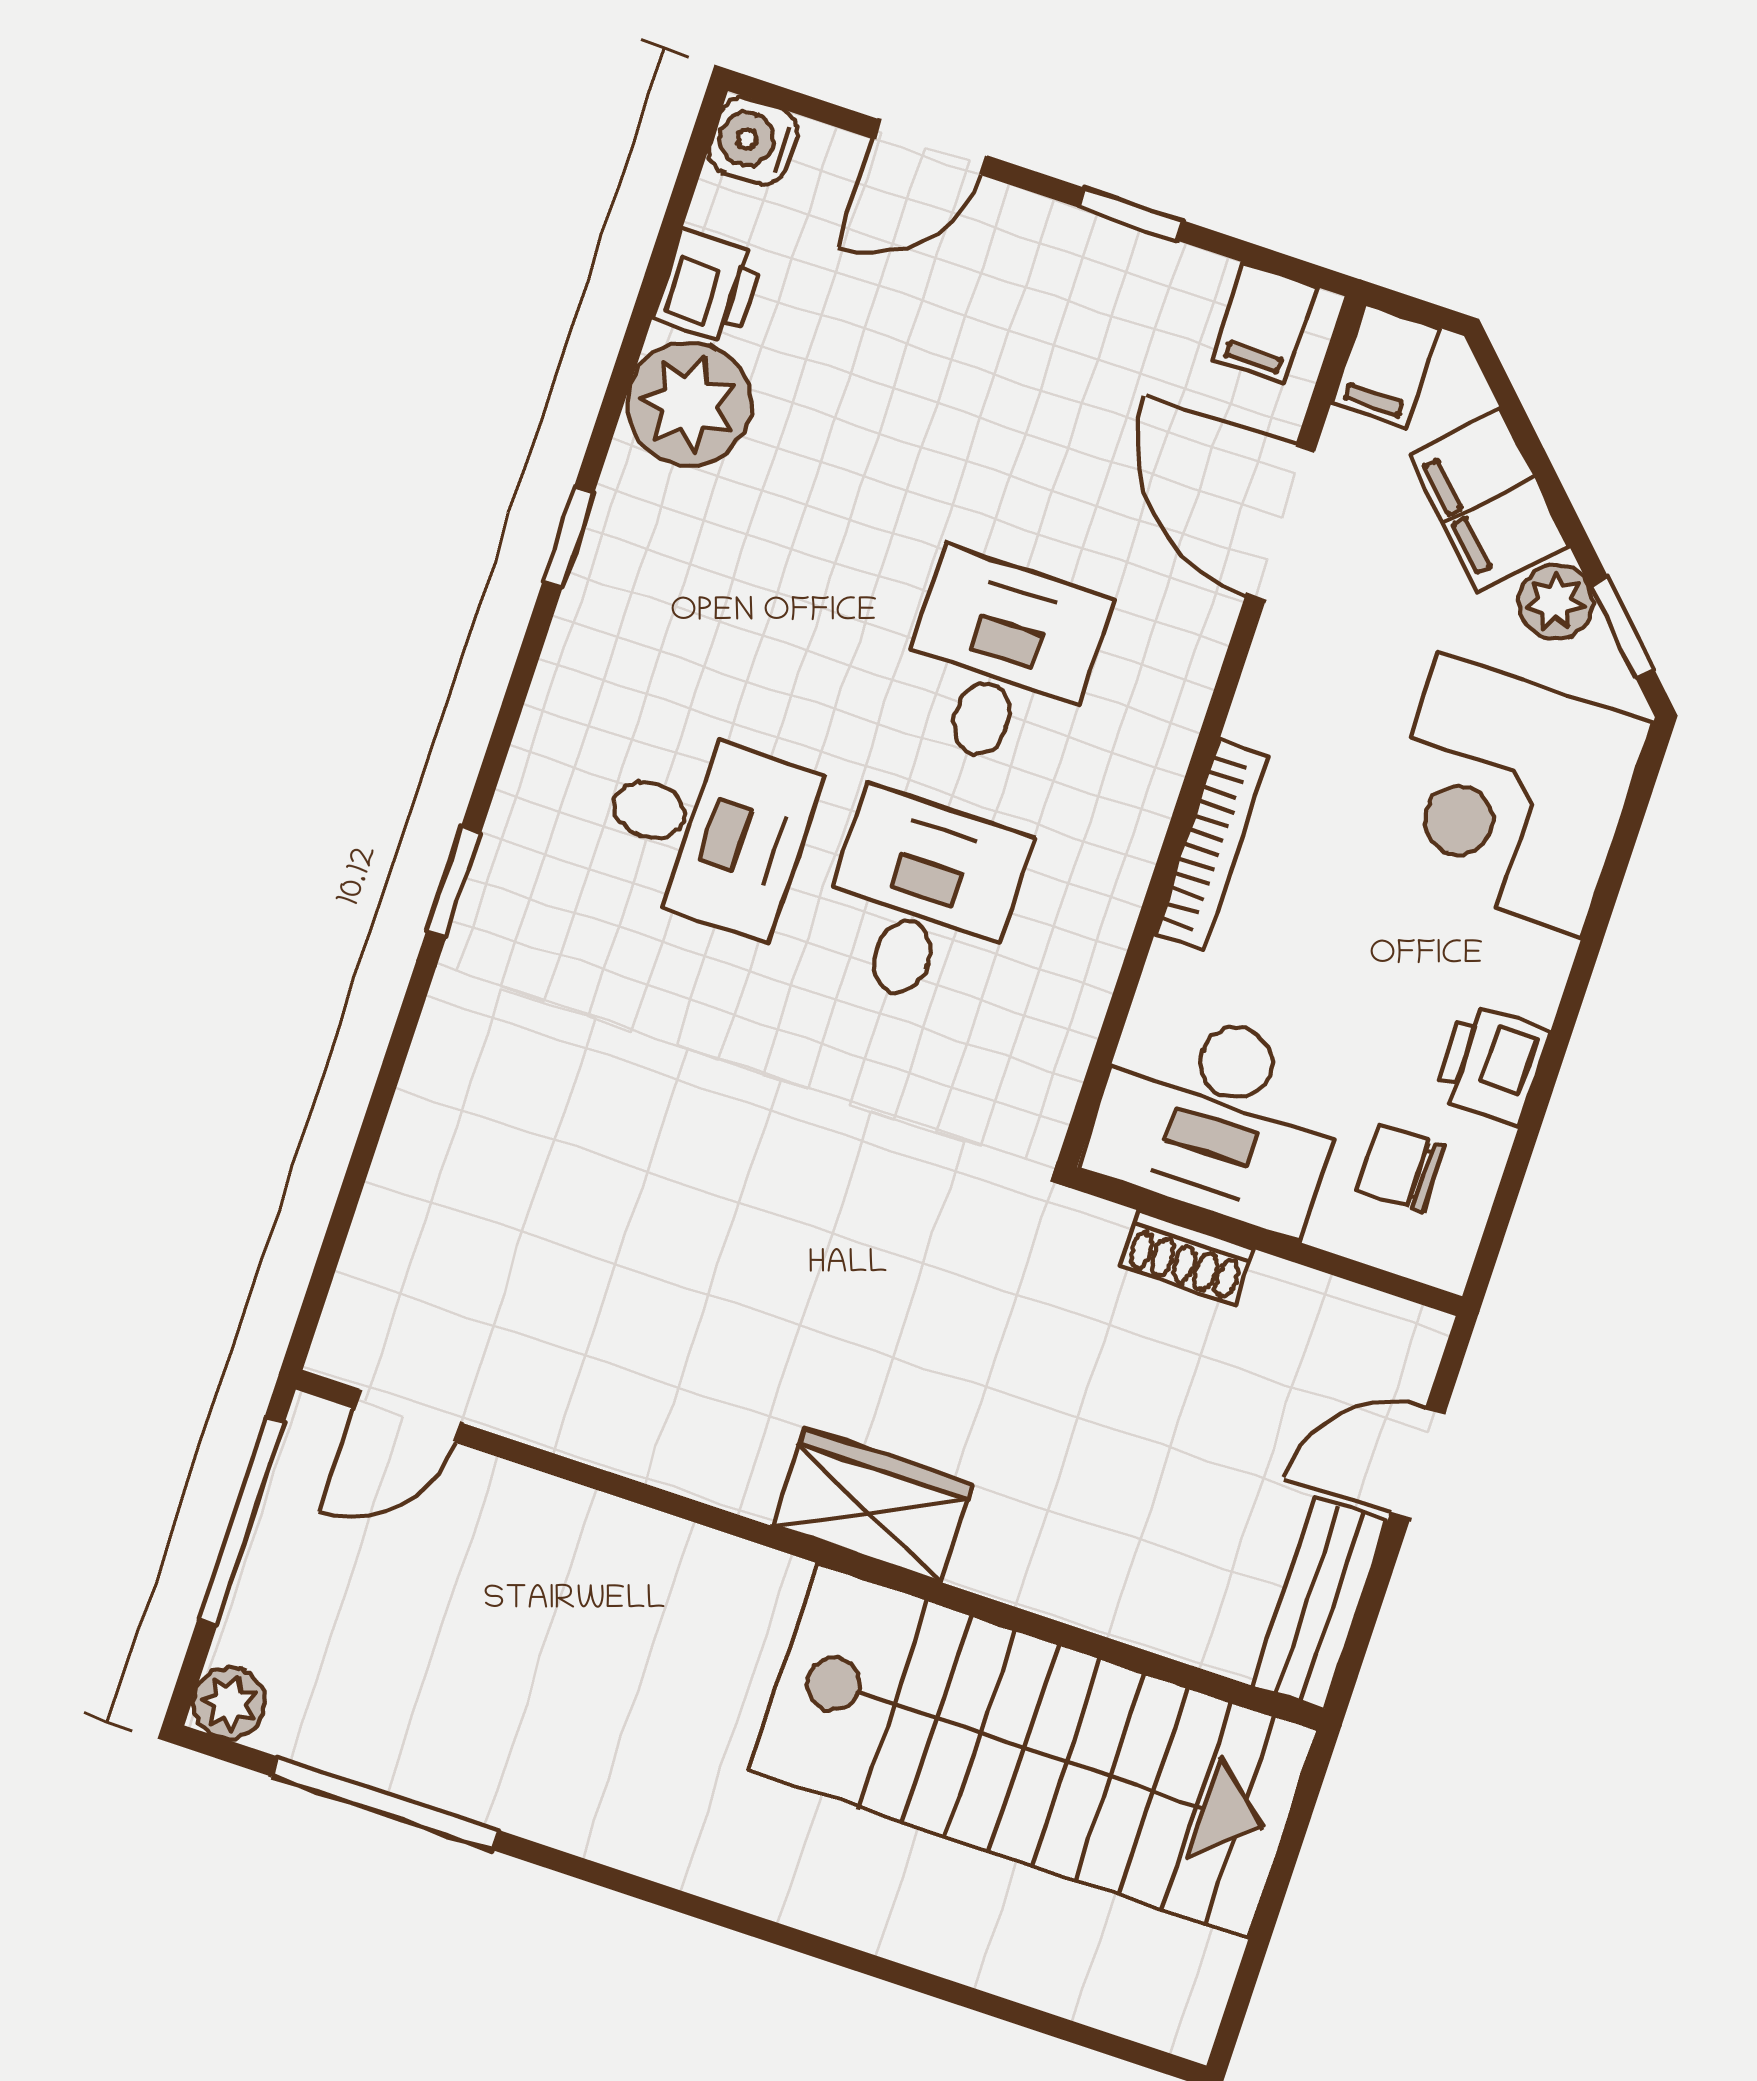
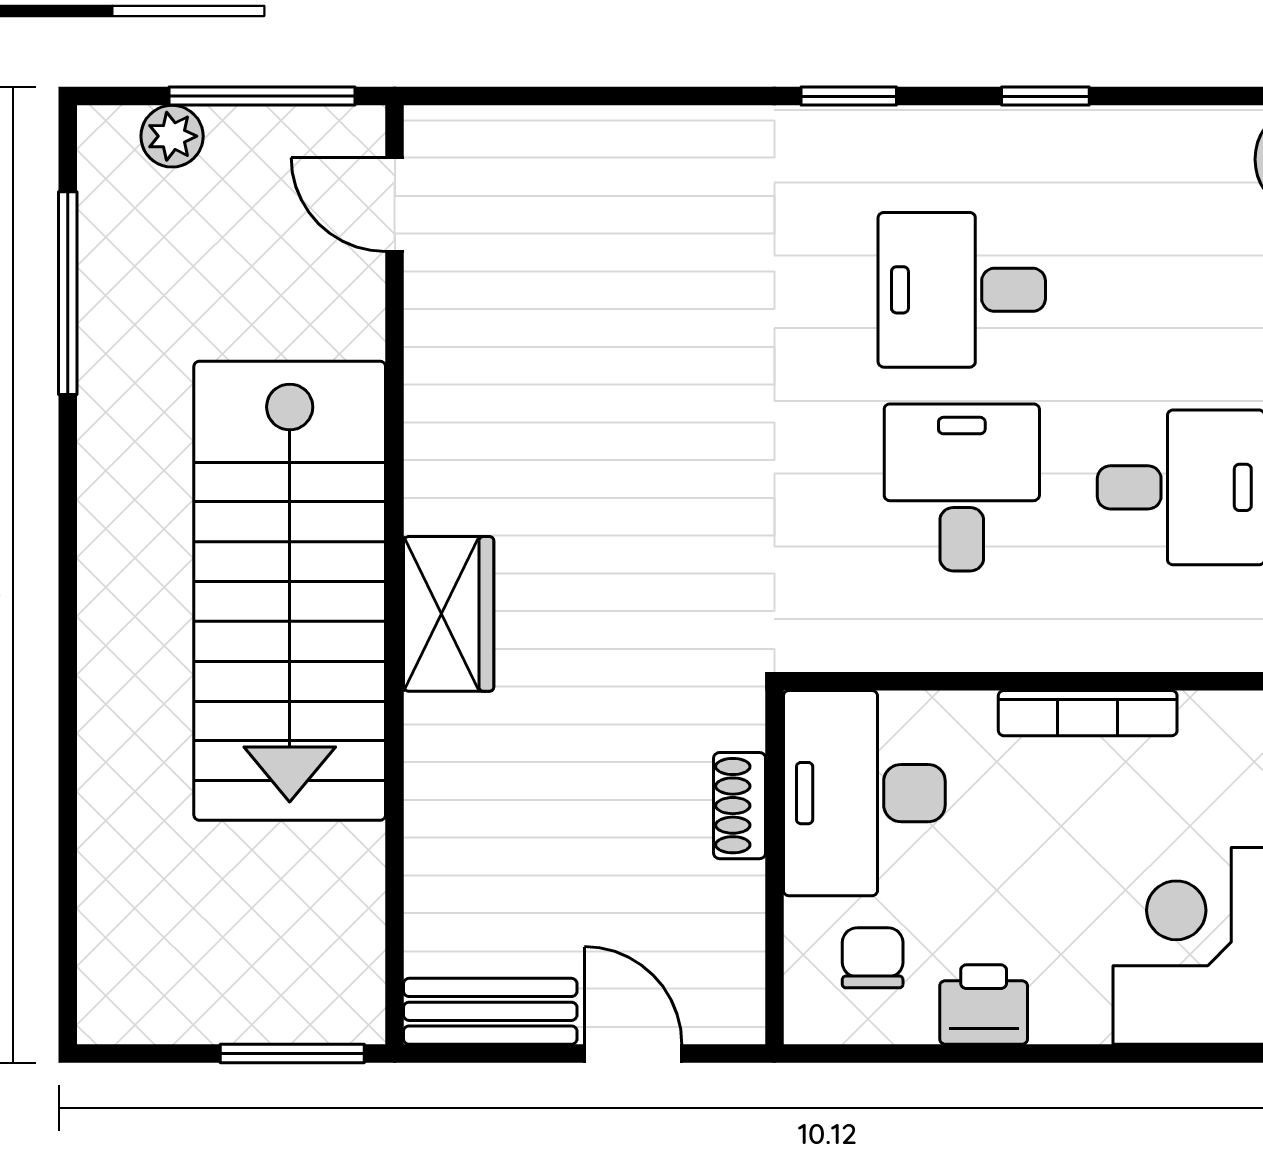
window: (569, 536) -> (1045, 96), moved
desk: (705, 829) -> (962, 290), turned 90
desk: (921, 901) -> (962, 487), turned -90
plant: (229, 1703) -> (172, 136), moved
stairs: (1033, 1751) -> (290, 591), moved
window: (1294, 1834) -> (292, 1053), added

